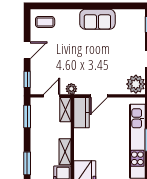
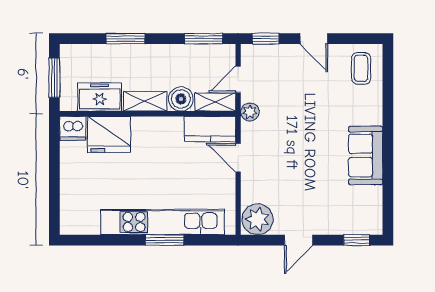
door: (52, 96) -> (238, 79), swing flipped
boiler: (63, 130) -> (181, 99), added

